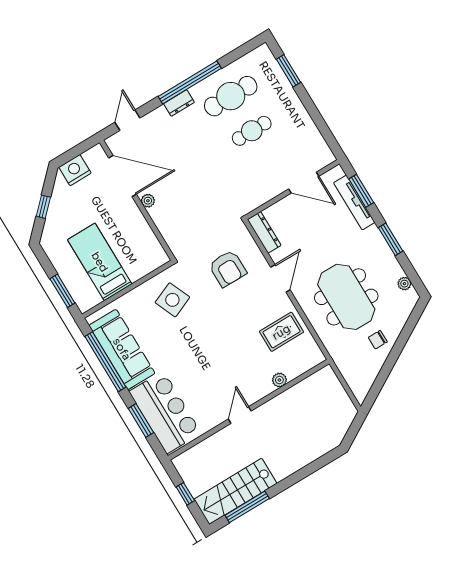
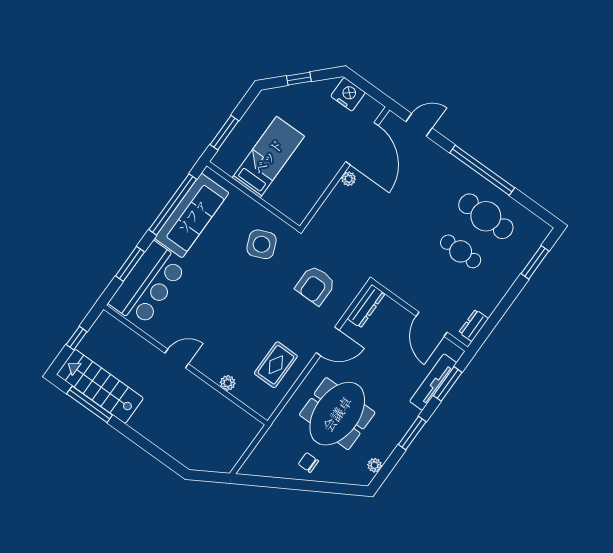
dresser: (179, 103) -> (474, 325), moved, turned 90
rug: (281, 332) -> (276, 365), turned 90

